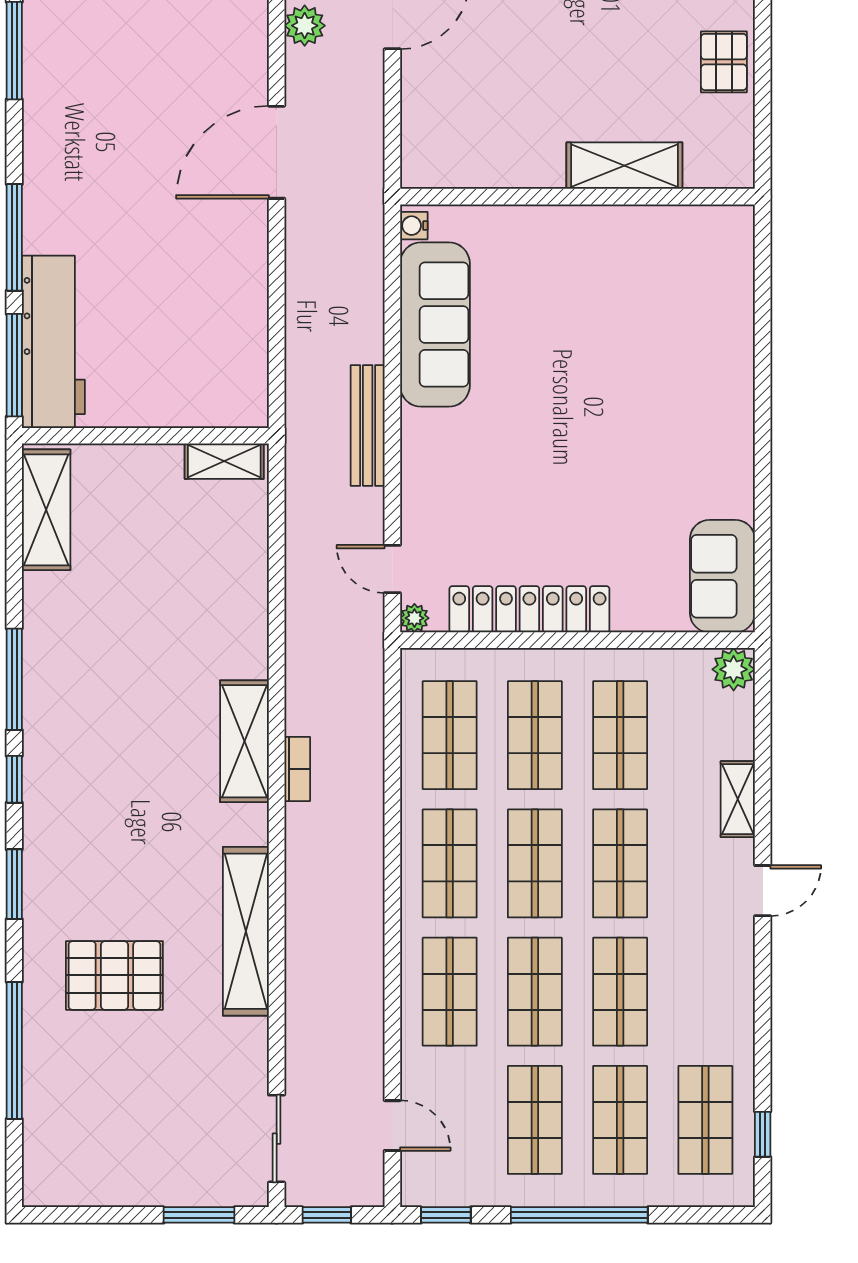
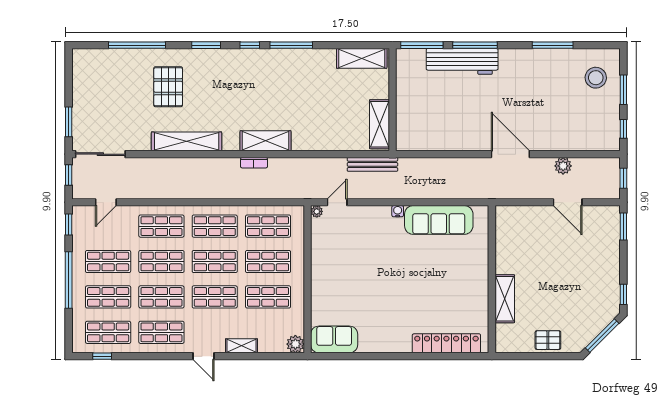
water cooler: (414, 226) -> (398, 211), moved
workbench: (53, 342) -> (462, 61), moved
bench: (368, 426) -> (372, 164), moved
shelving: (224, 461) -> (379, 124), width x1.50, depth x1.33
locker: (529, 609) -> (446, 343), moved, turned -90
shop shelf: (705, 992) -> (161, 332), added
sliding door: (277, 1139) -> (100, 154), width x1.37

